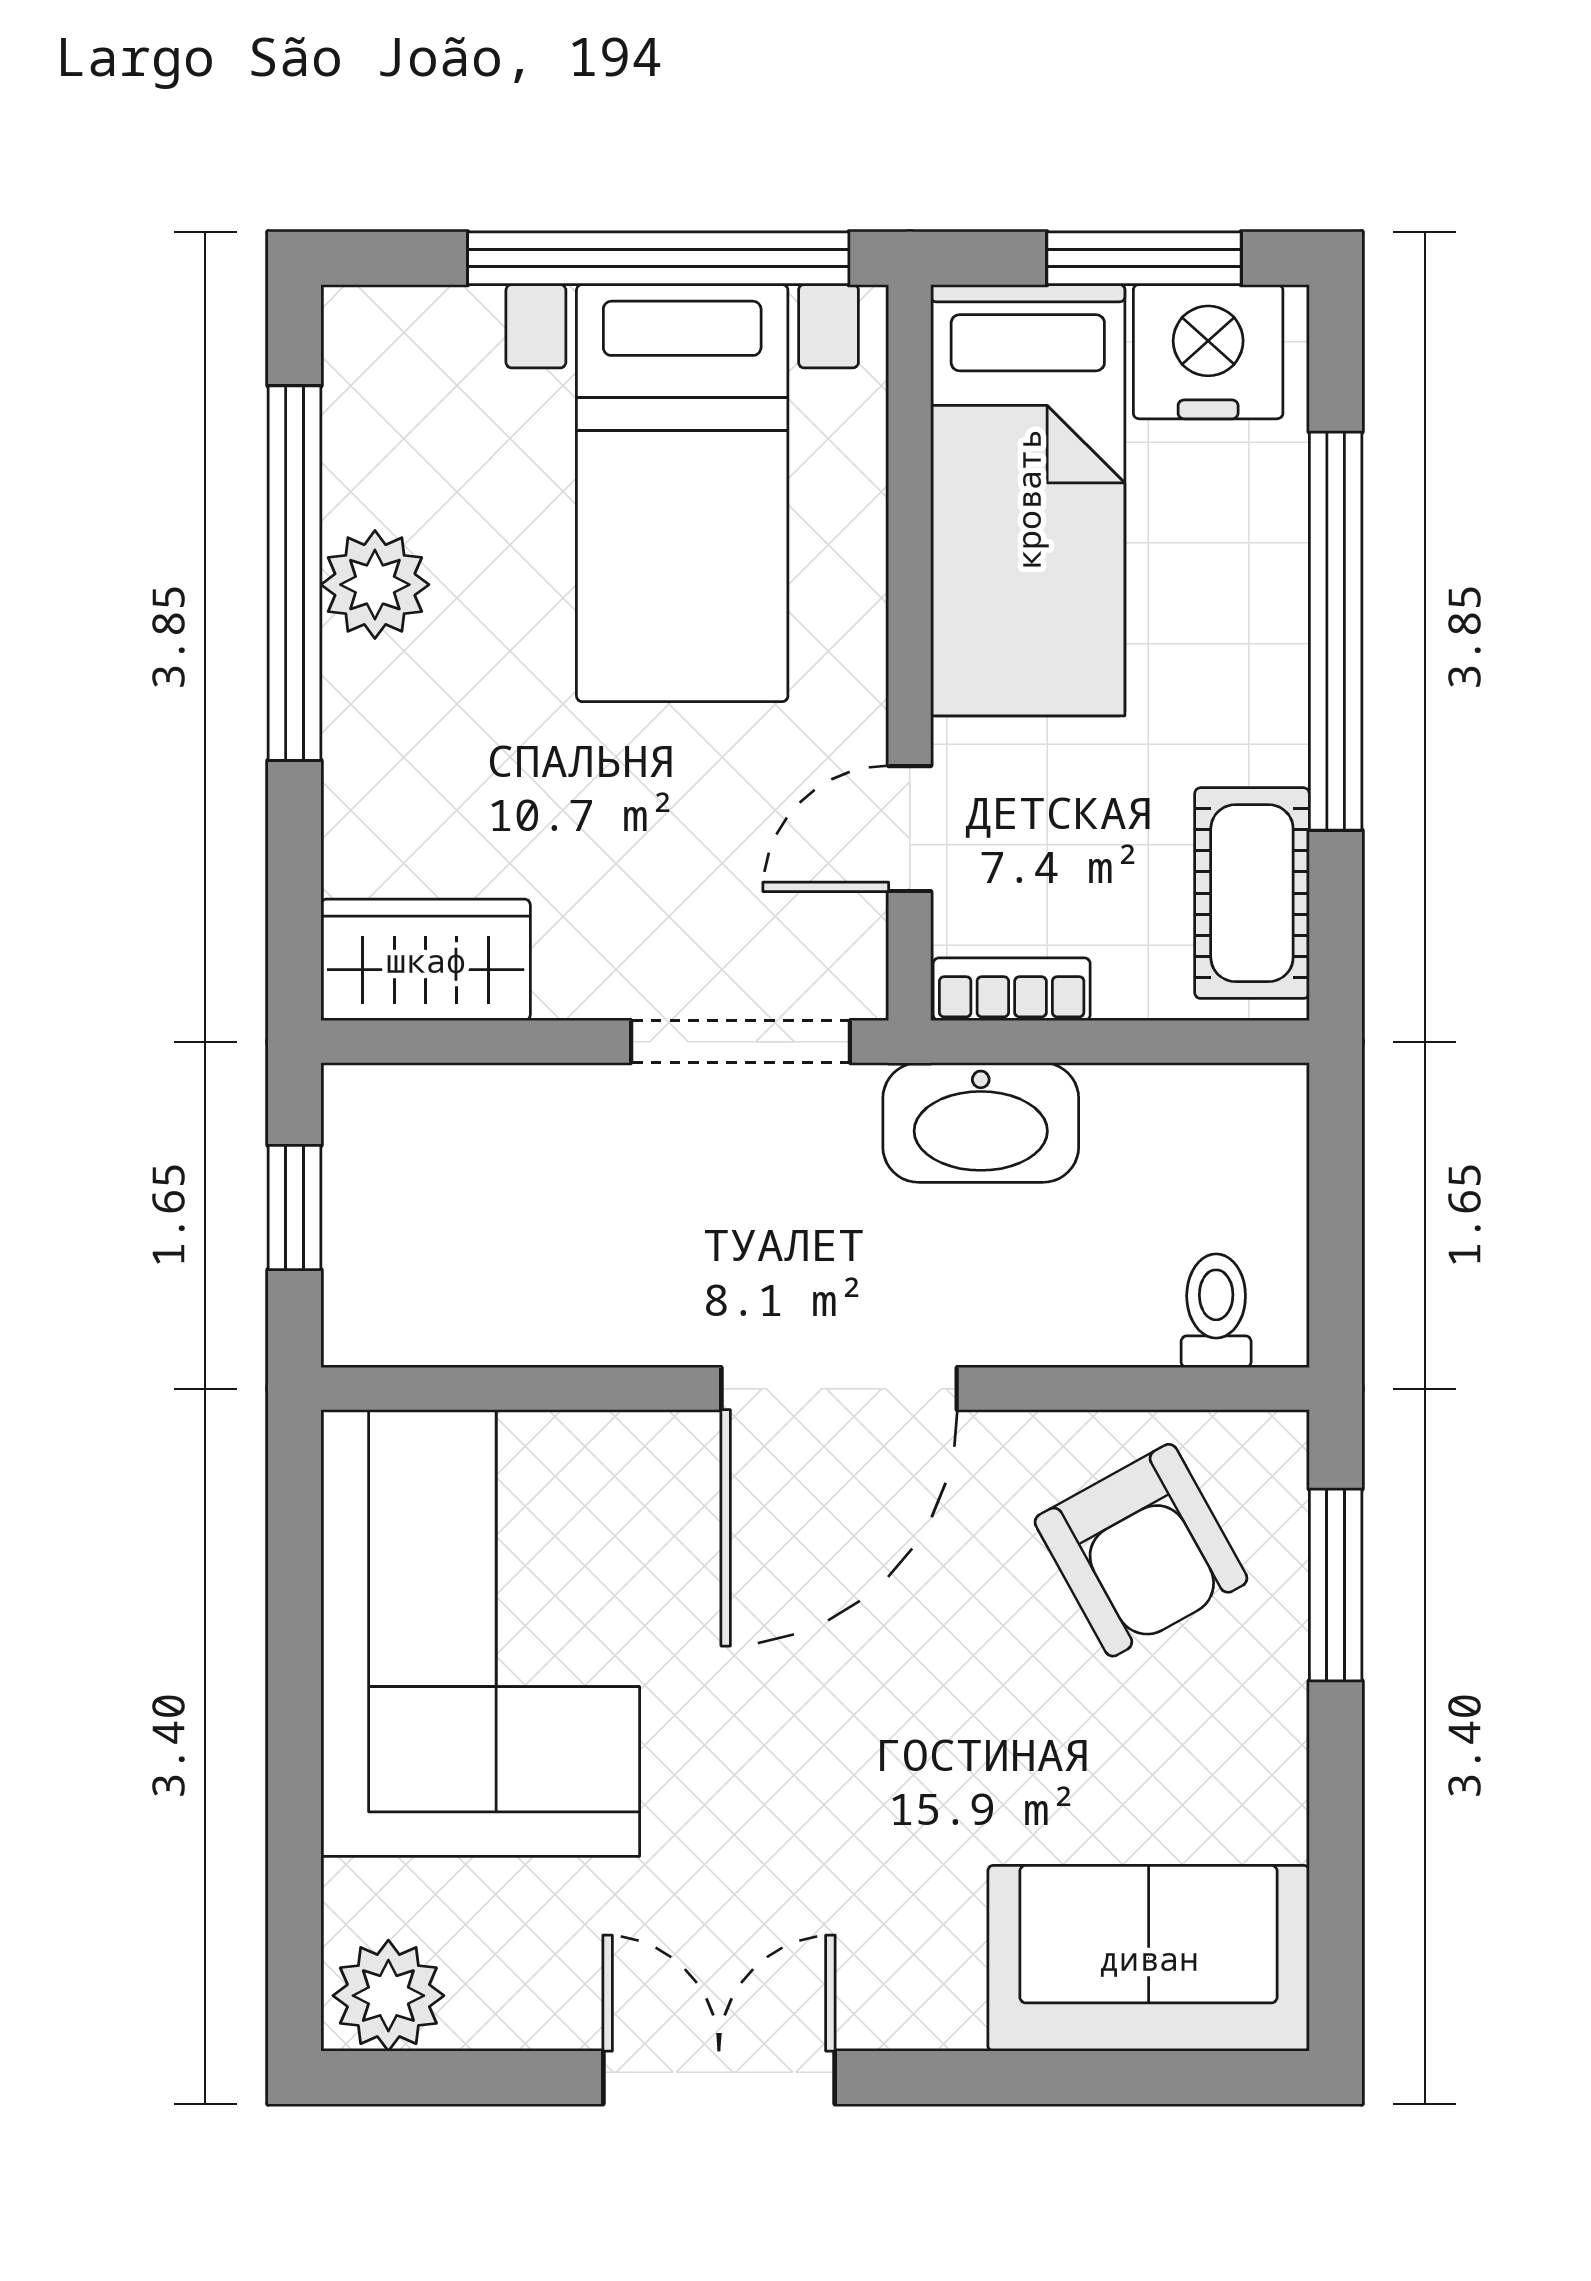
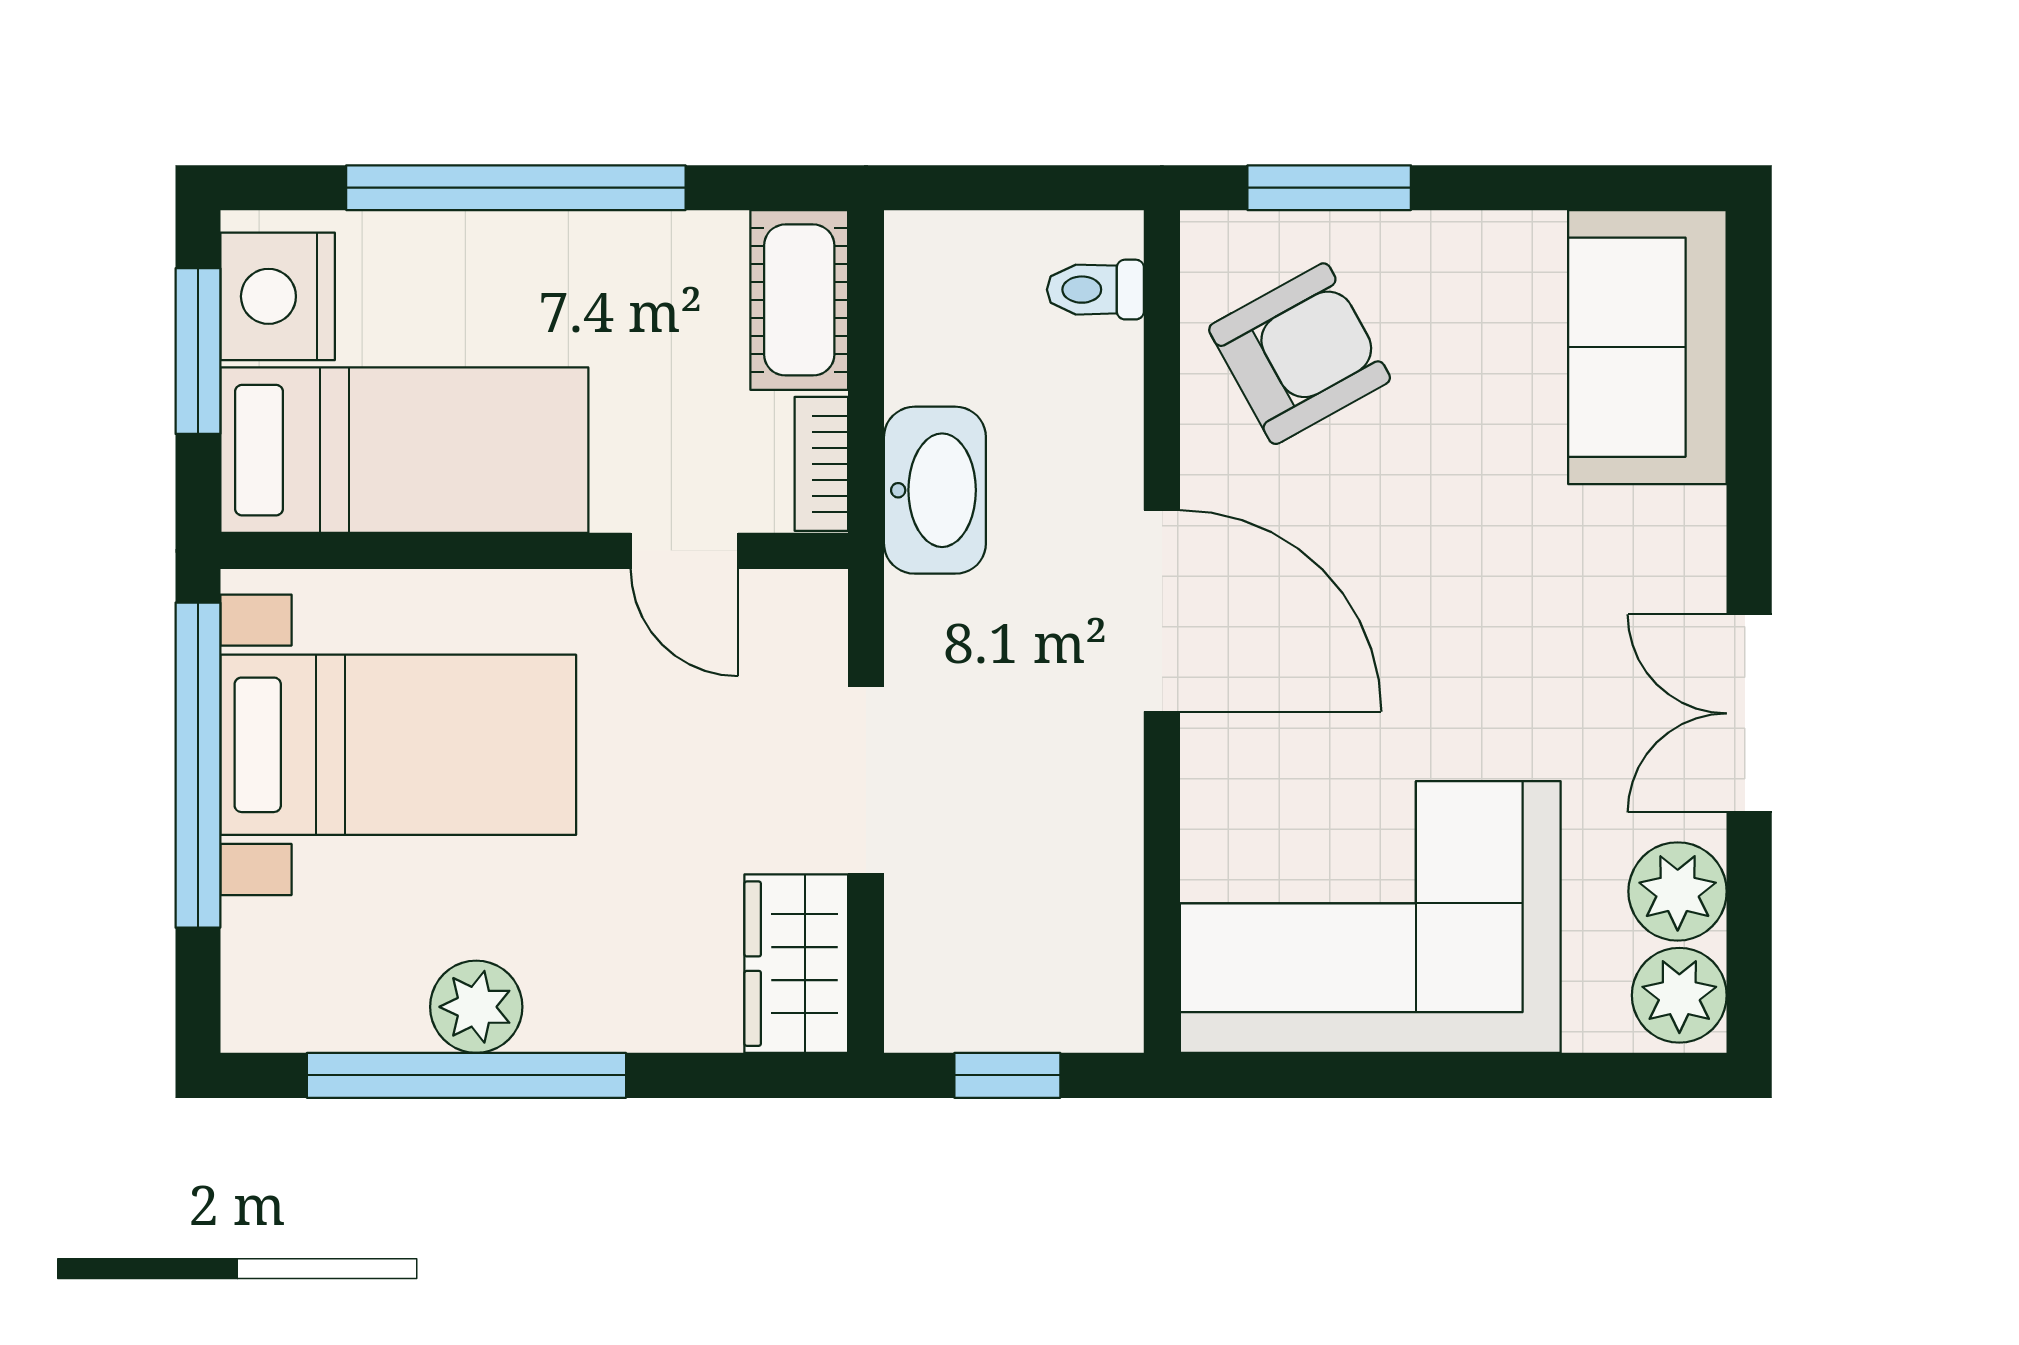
cot: (1252, 893) -> (799, 300), moved, turned 90
doorway: (740, 1042) -> (866, 780), moved
plant: (510, 1994) -> (1678, 891), added

